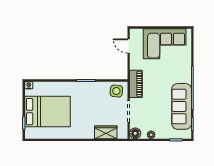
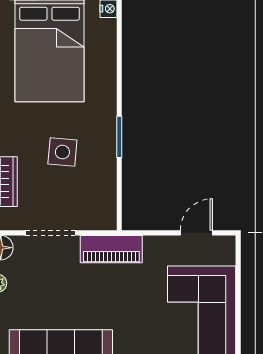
side table: (116, 91) -> (62, 152), moved

